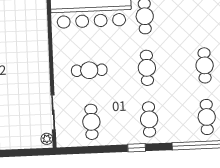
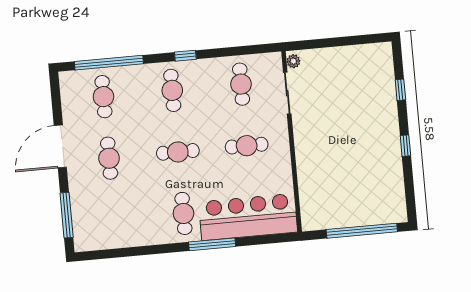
cafe table: (147, 68) -> (178, 152), turned 90

